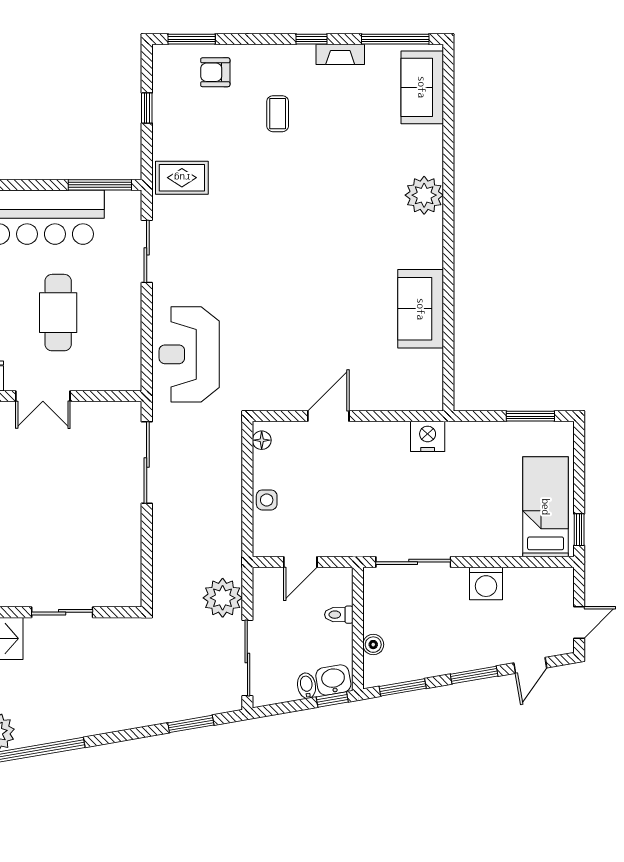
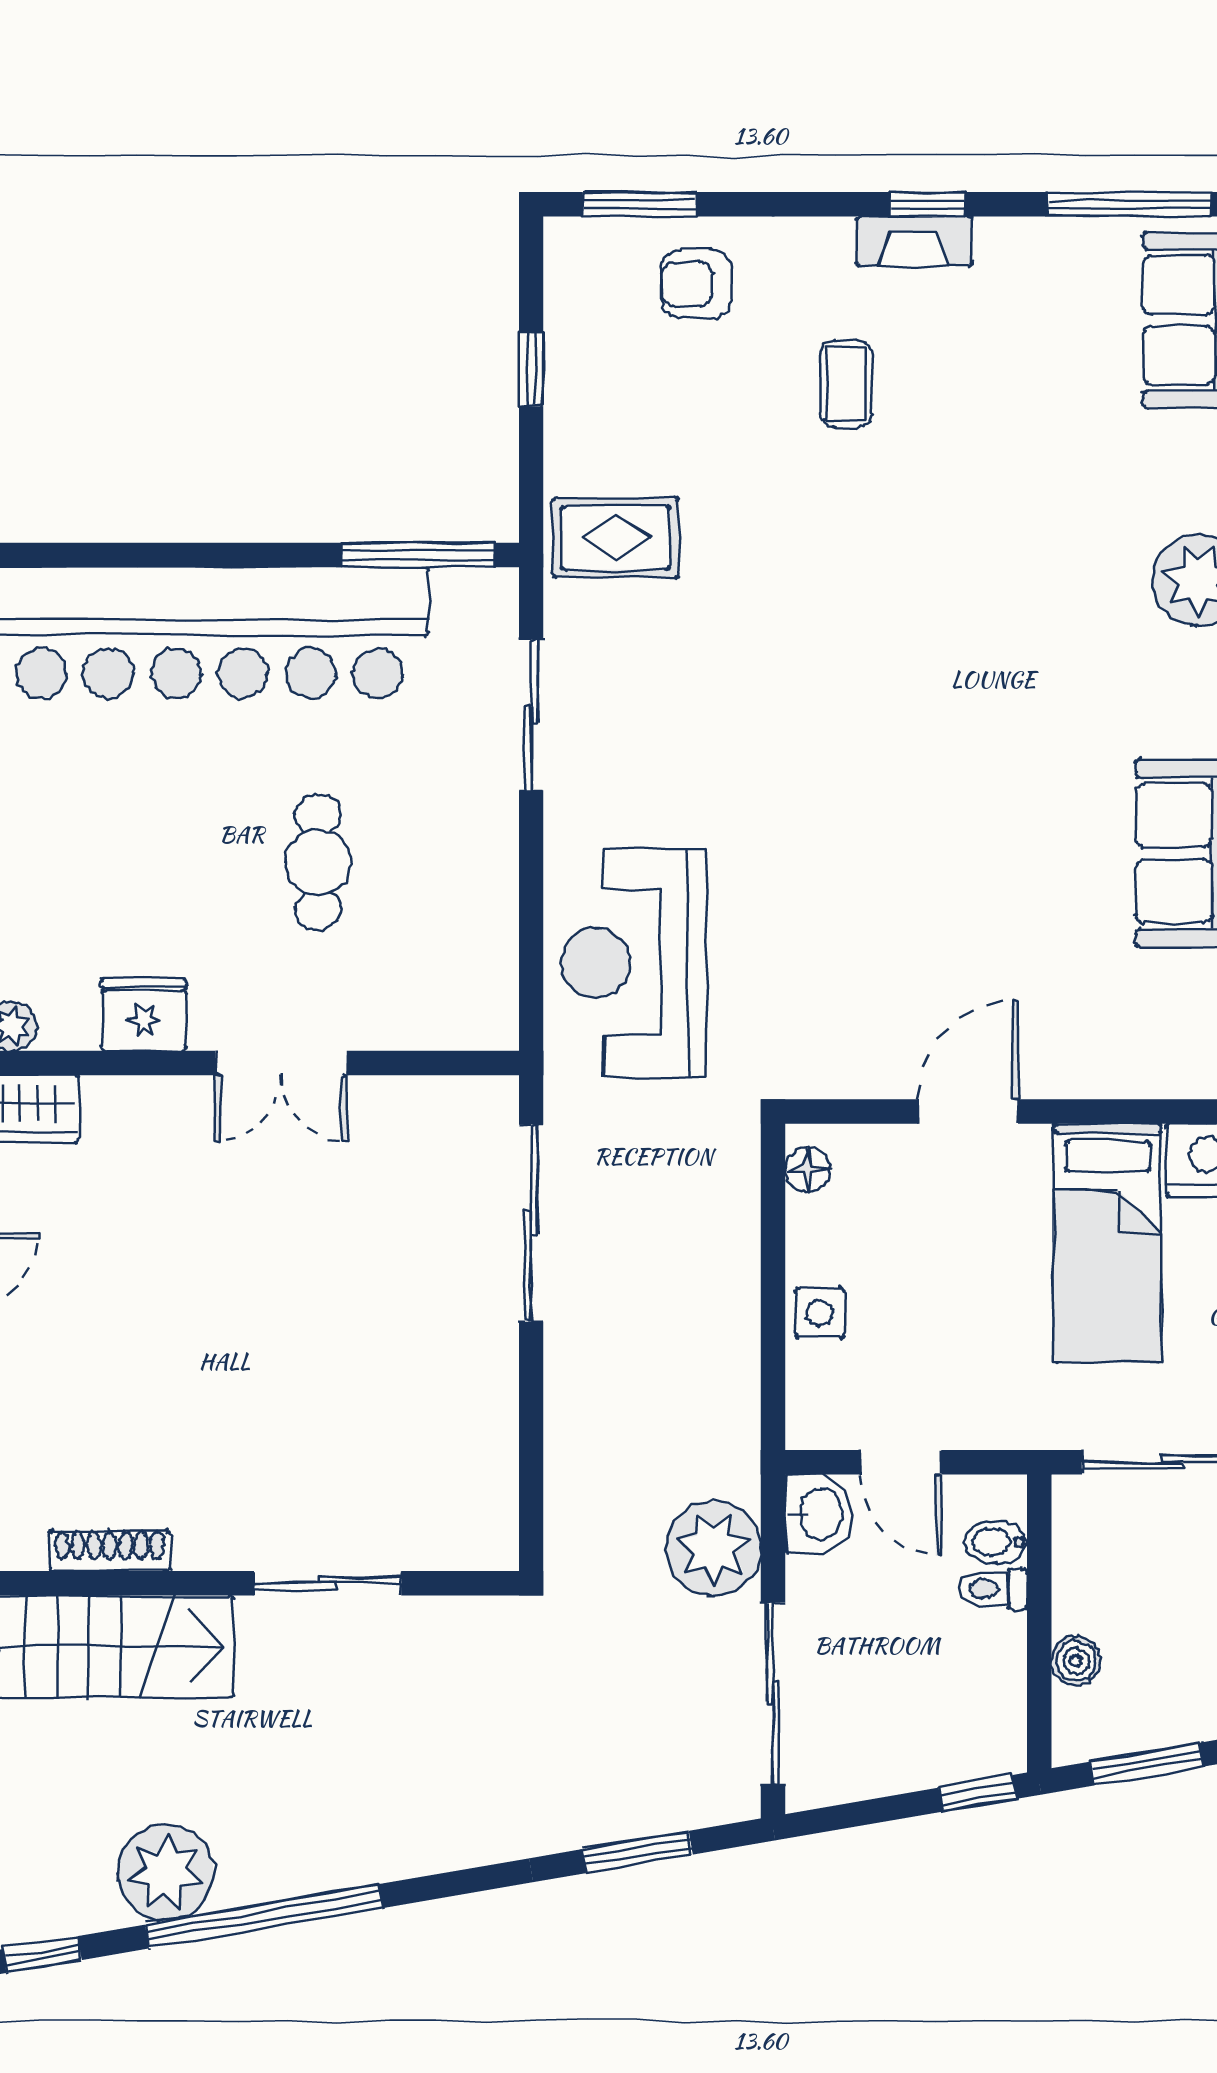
fireplace: (340, 54) -> (914, 241), moved
cafe table: (58, 313) -> (318, 862), width x0.73, depth x0.74
bed: (386, 471) -> (1108, 1243), added
door: (300, 562) -> (901, 1462), hinge flipped
washbasin: (333, 680) -> (819, 1514), moved, turned 100
bidet: (307, 686) -> (996, 1542), moved, turned -80

